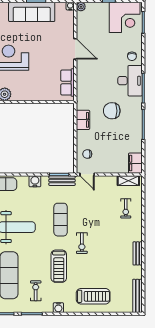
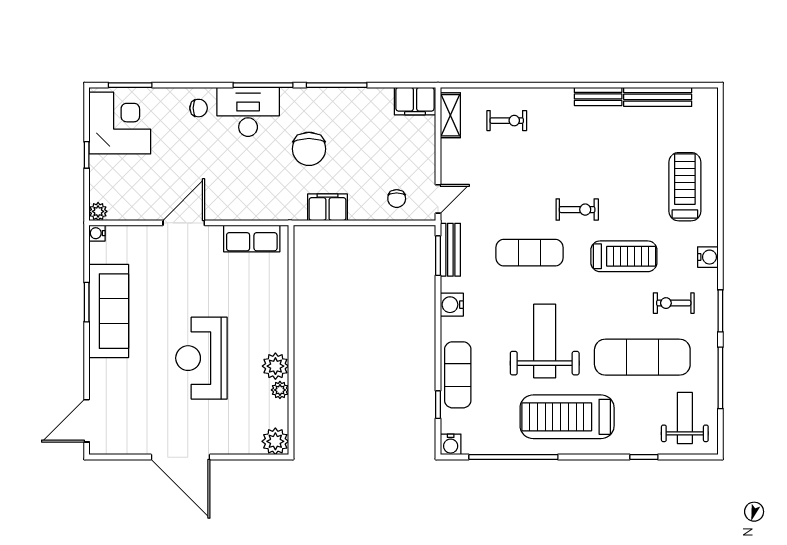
bench: (137, 296) -> (658, 97), moved

